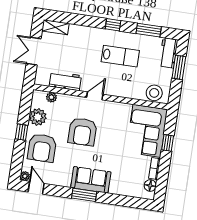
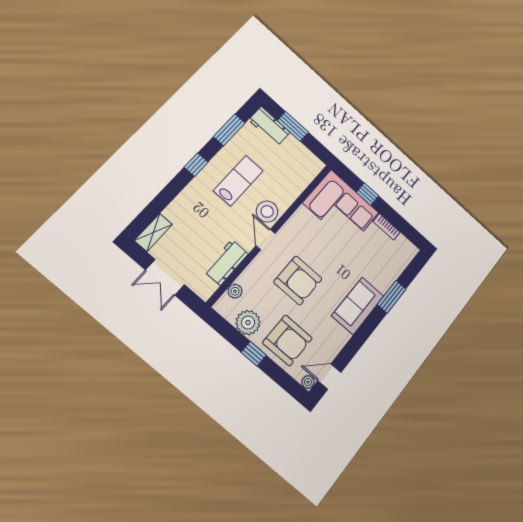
stool: (154, 93) -> (267, 212), moved
floor lamp: (150, 186) -> (402, 244), removed
window: (84, 195) -> (392, 297), moved

